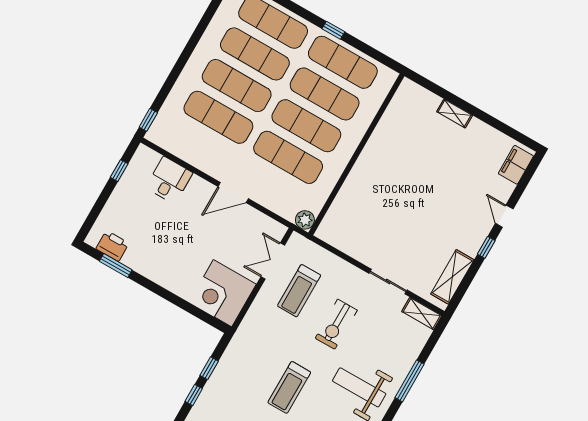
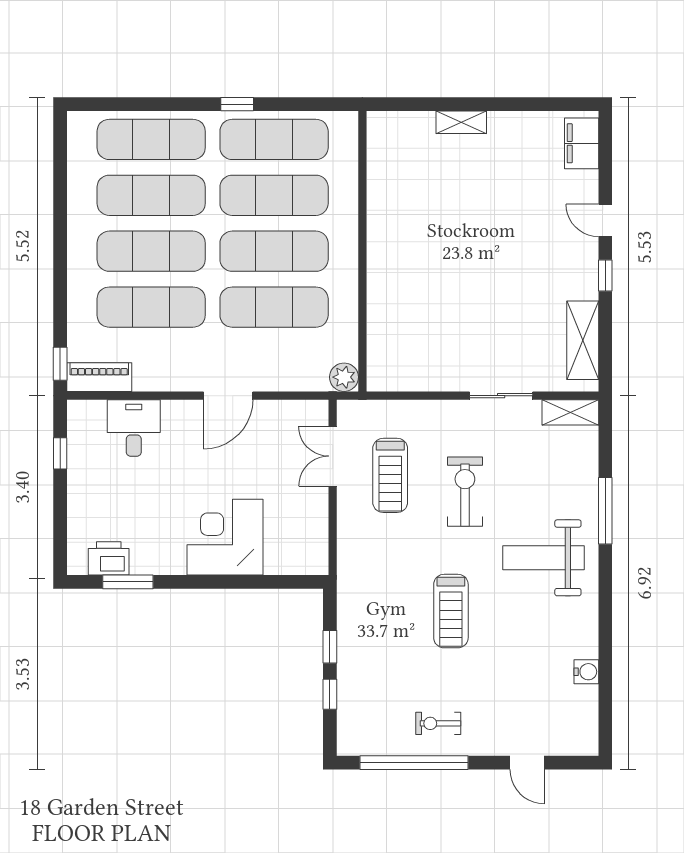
piano: (166, 140) -> (99, 377), added
corner desk: (223, 293) -> (225, 537), moved, turned 90
exercise bike: (336, 324) -> (465, 492), turned 180

